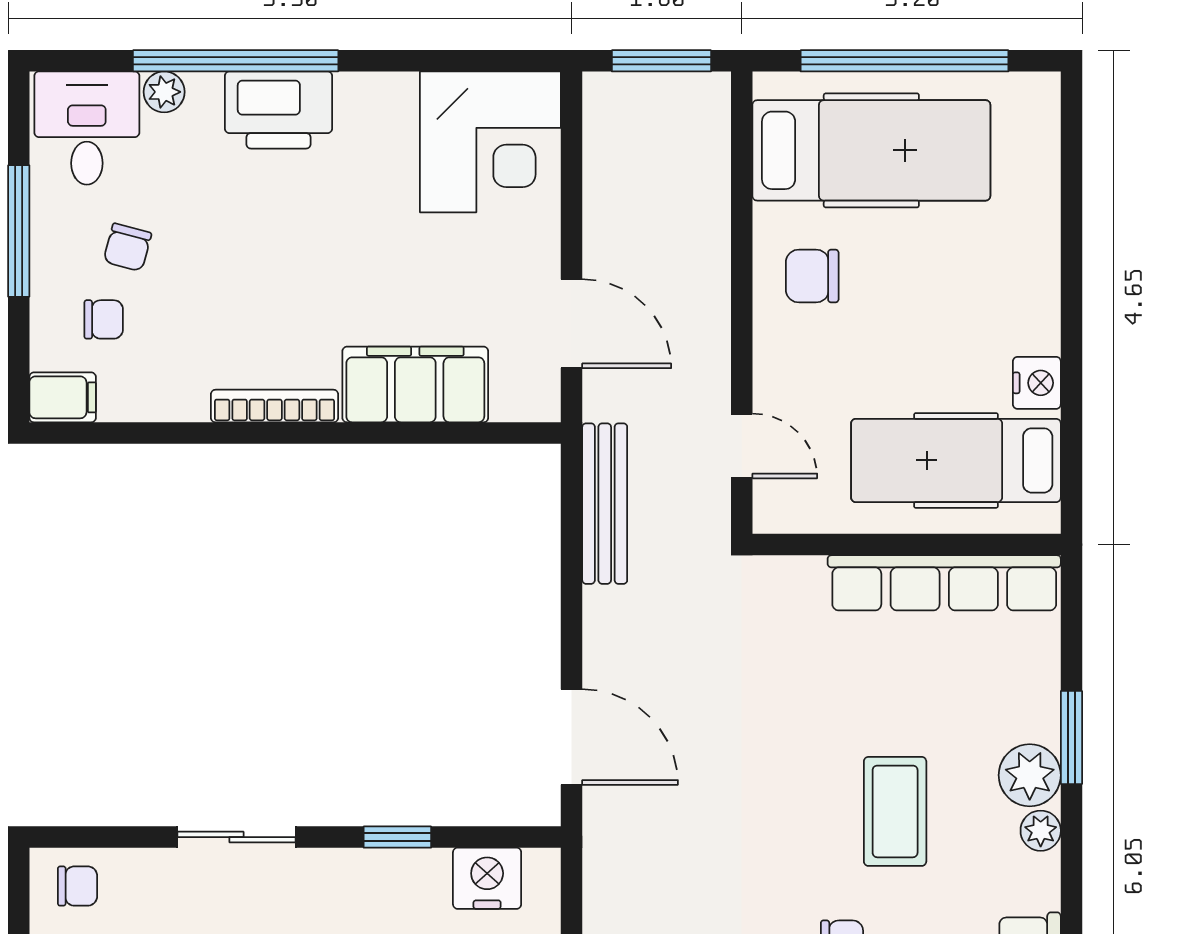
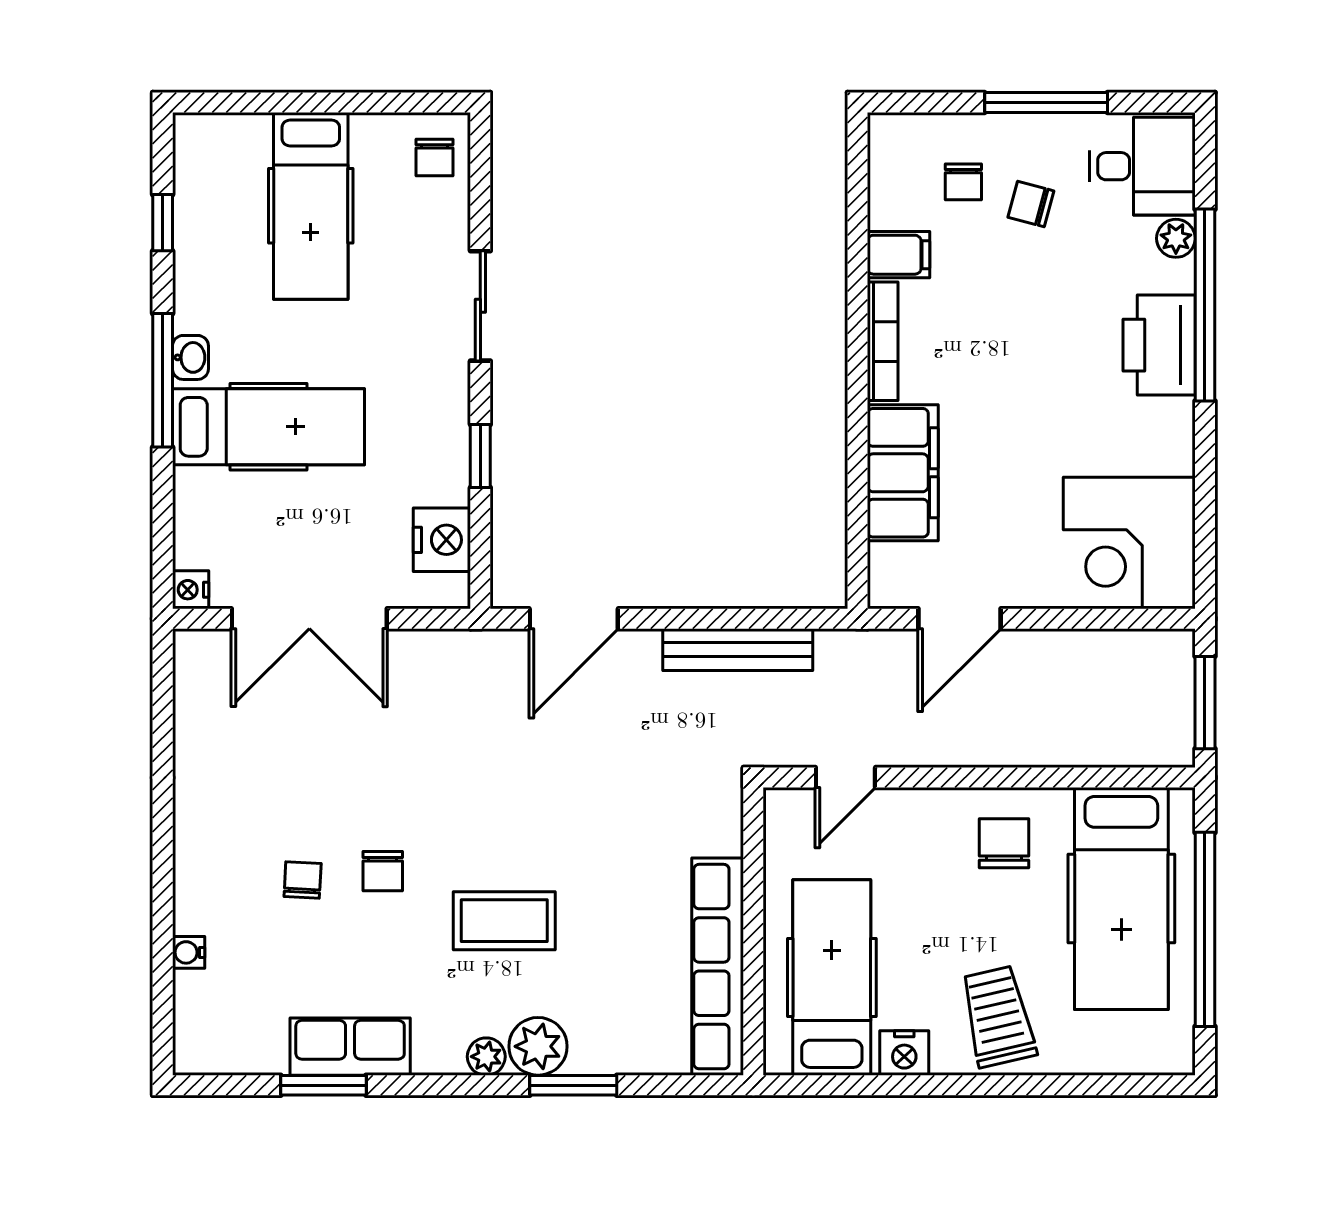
trolley: (998, 282) -> (998, 1016), added
filing cabinet: (63, 397) -> (899, 255), moved, turned -90
bench: (605, 504) -> (738, 650), moved

